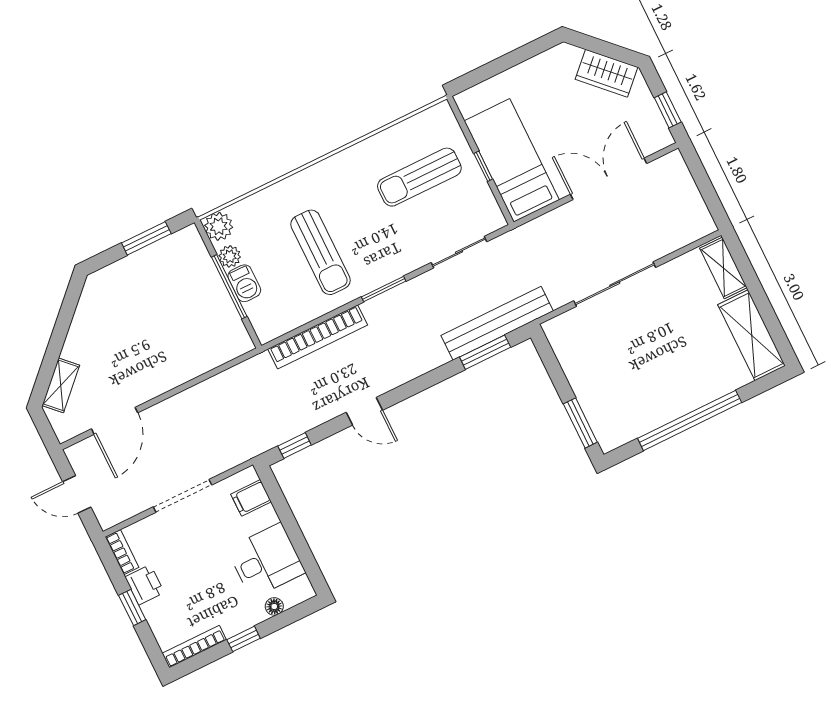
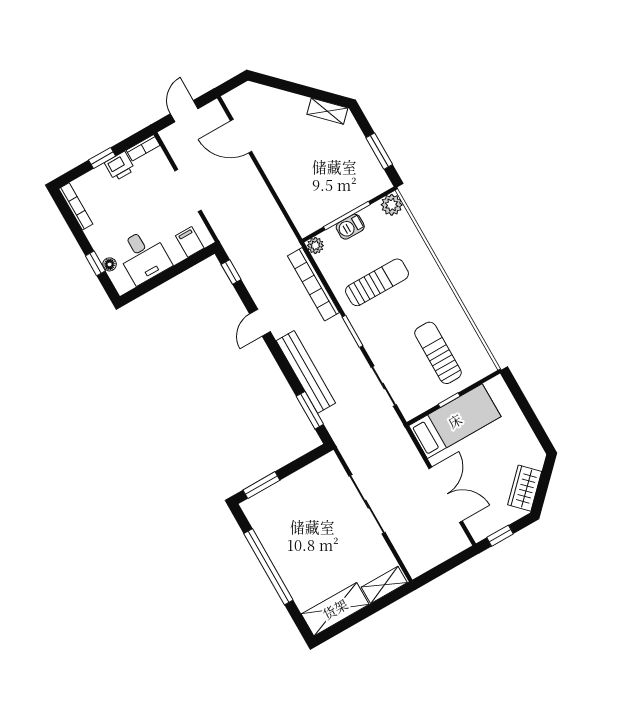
sun lounger: (320, 252) -> (377, 282), turned 180
plant: (230, 256) -> (315, 245), moved
bench: (497, 323) -> (306, 372), moved
shelving: (61, 385) -> (327, 111), moved
window: (244, 639) -> (95, 263), moved

